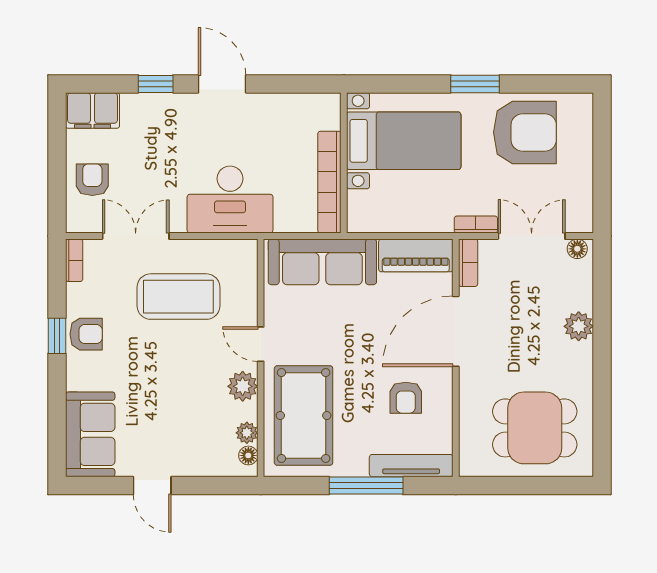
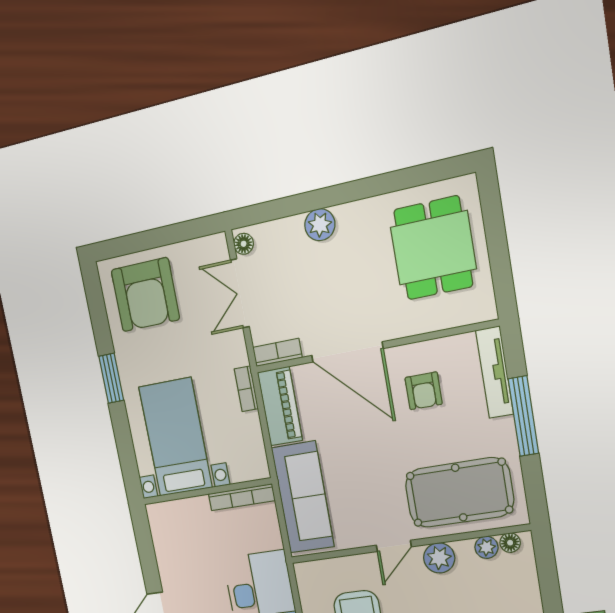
armchair: (525, 132) -> (145, 295), moved, turned 180
bookcase: (329, 182) -> (242, 497), width x0.68, depth x0.76
bookcase: (476, 225) -> (246, 389), moved
armchair: (406, 398) -> (424, 391), turned 90

